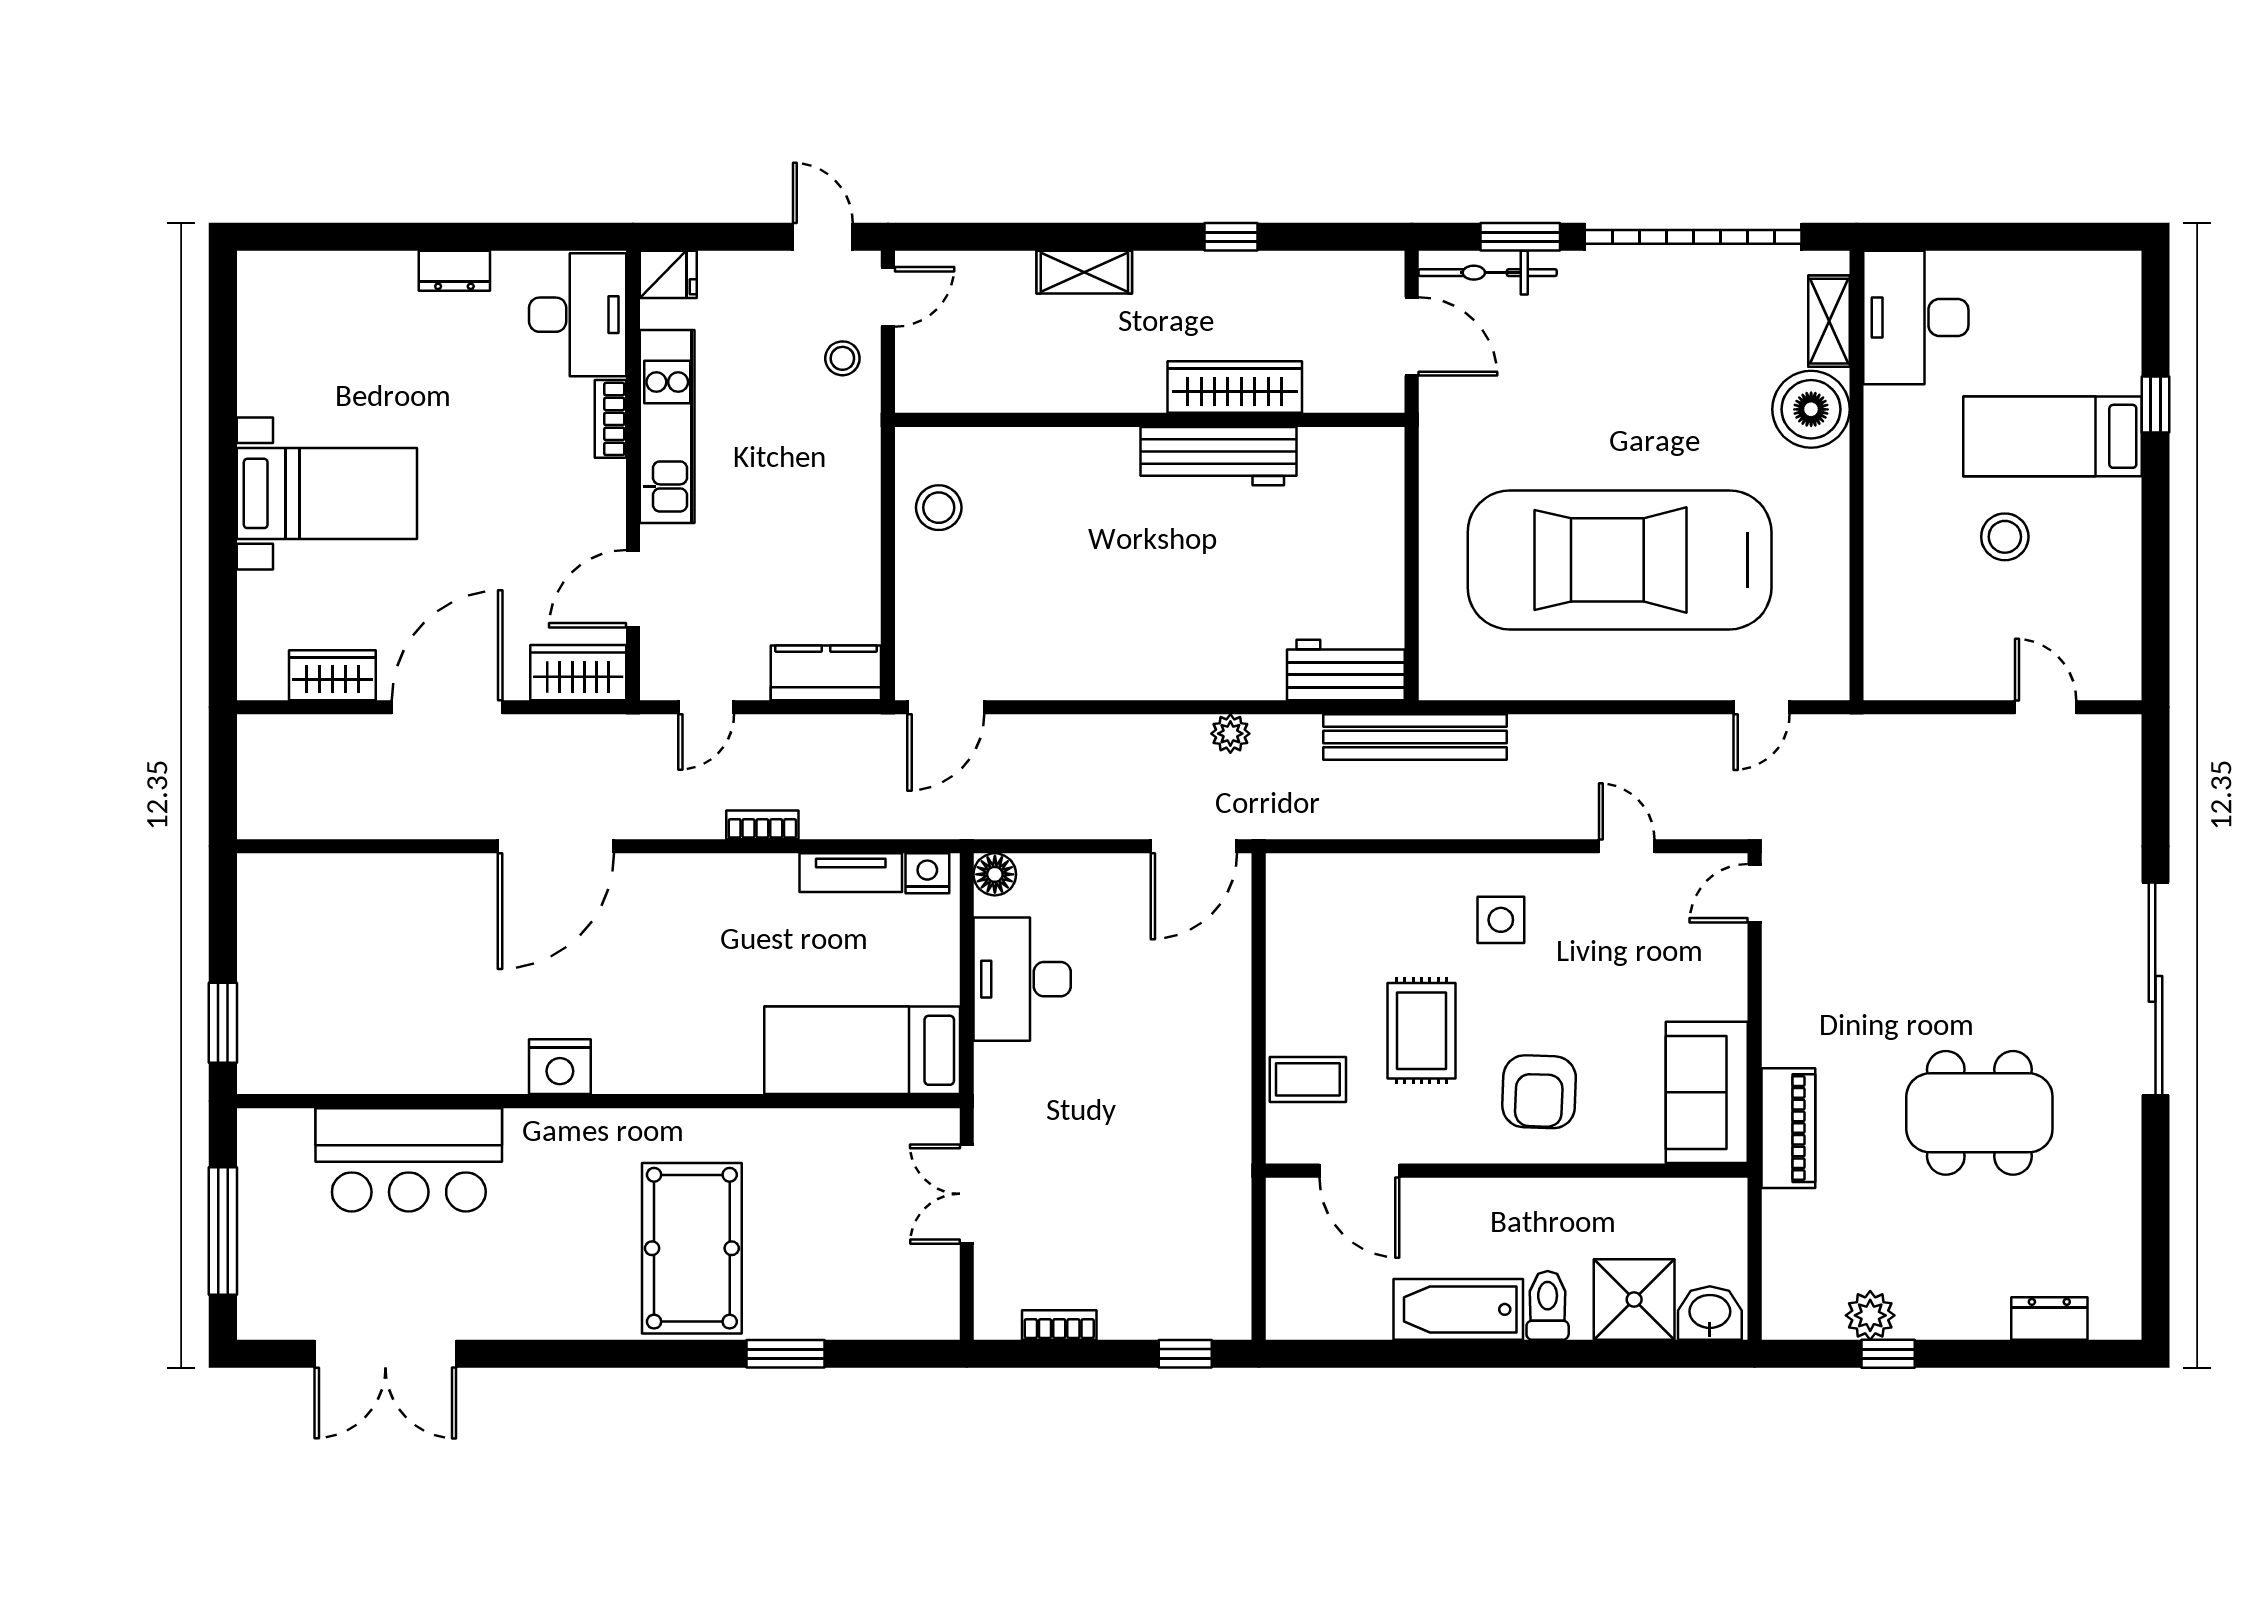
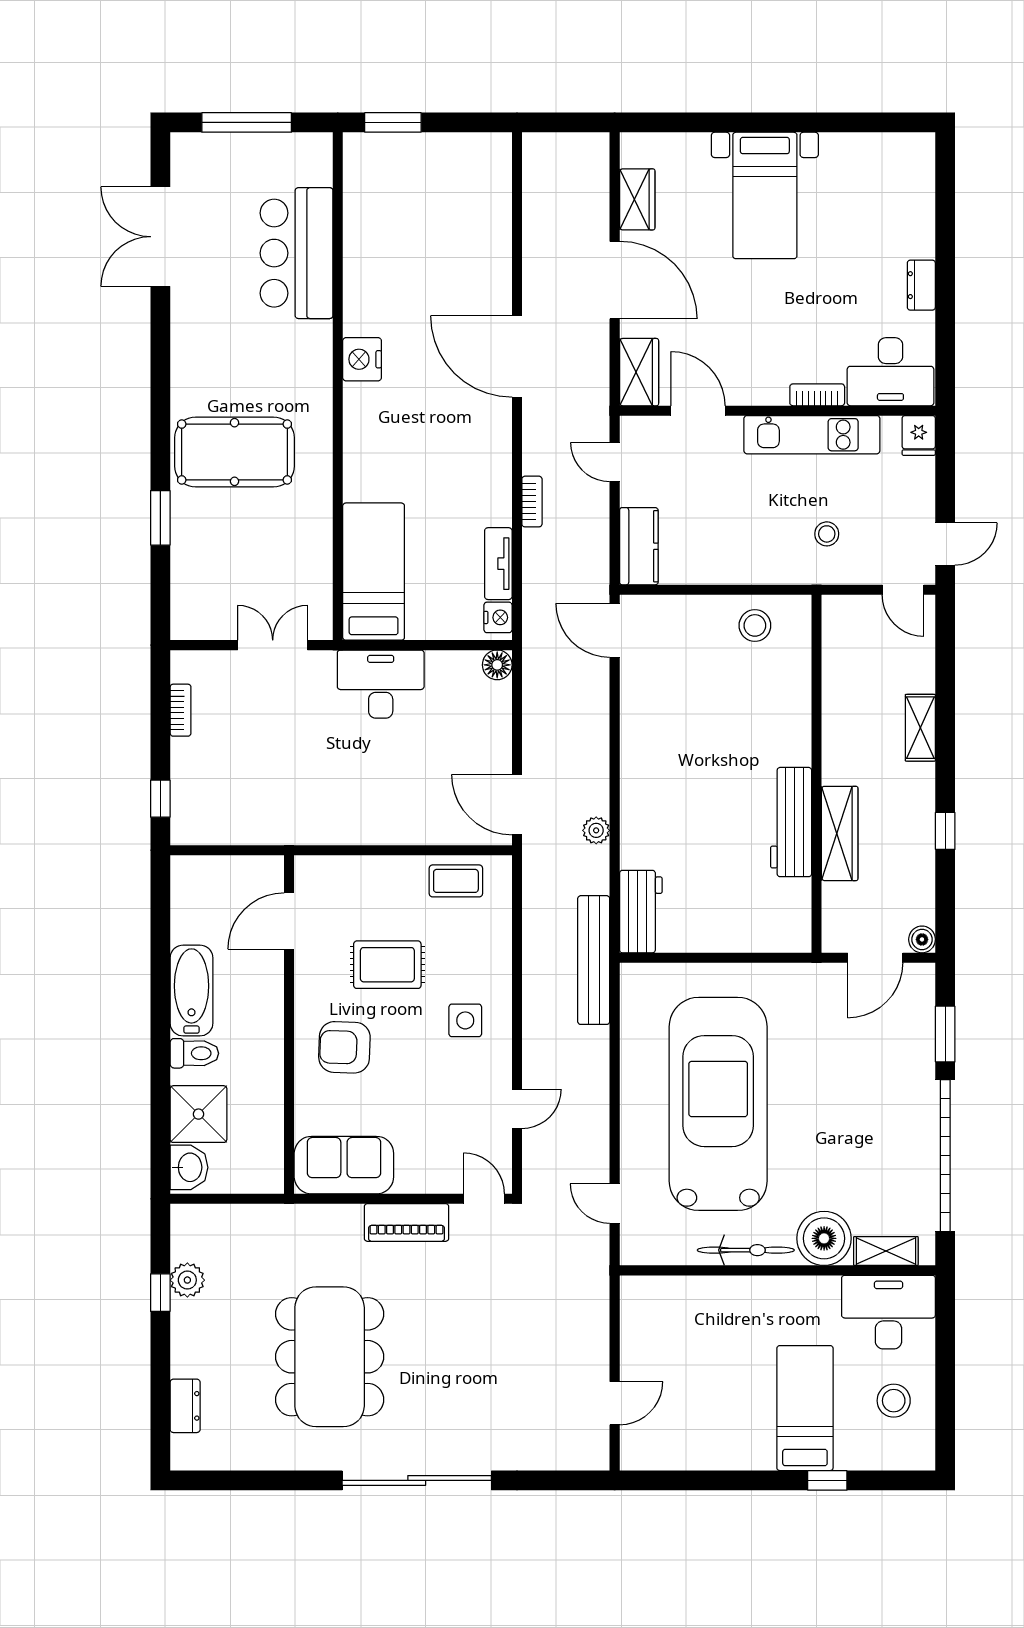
boiler: (1386, 270) -> (922, 939), added
bicycle: (1488, 273) -> (746, 1250), moved, turned 90
stool: (842, 358) -> (827, 534), moved
stool: (2005, 537) -> (894, 1401), moved
desk: (1022, 979) -> (381, 684), moved
coffee table: (1308, 1079) -> (456, 881), moved, turned 90
dining table: (1979, 1113) -> (330, 1357), width x1.36, depth x1.24
piano: (1788, 1128) -> (407, 1222), moved

